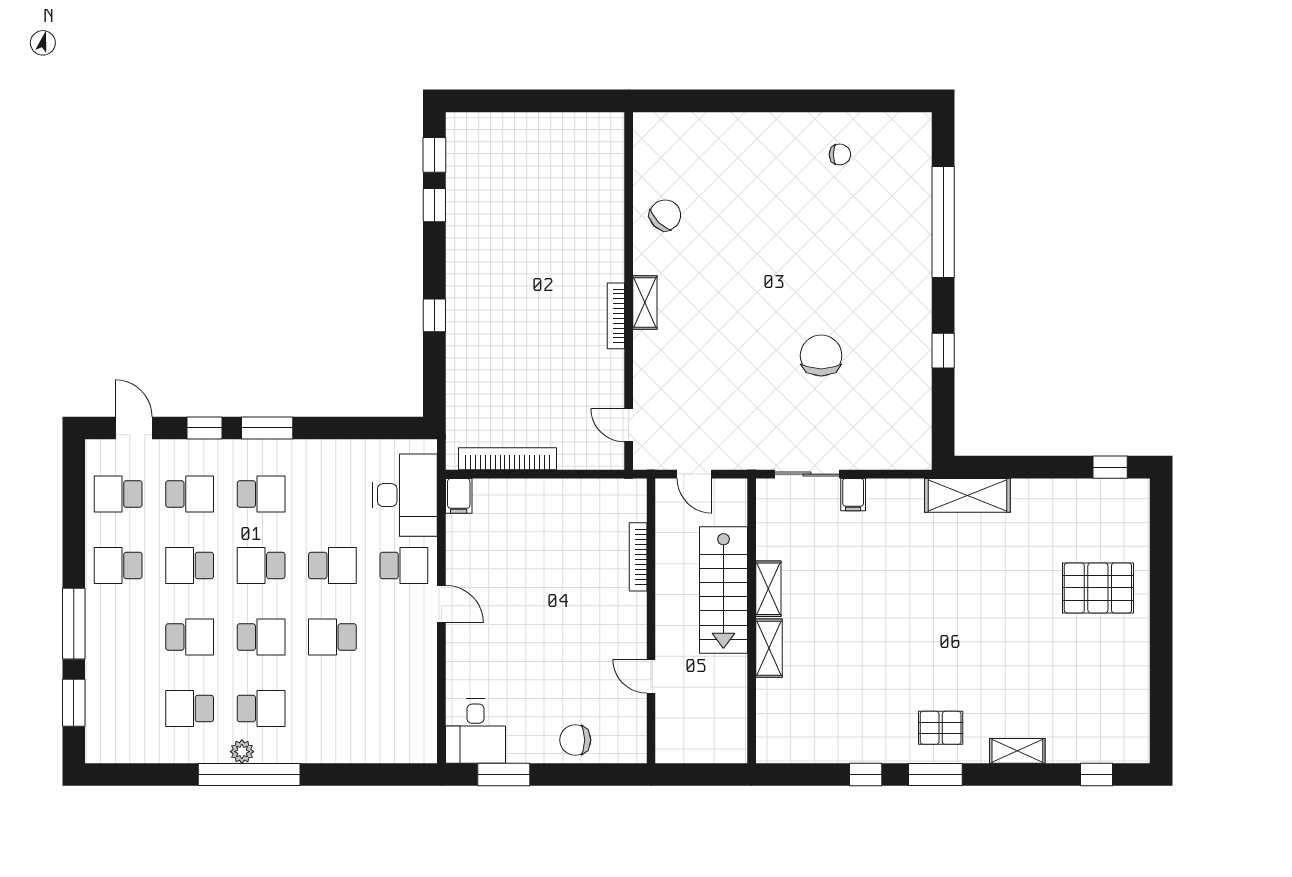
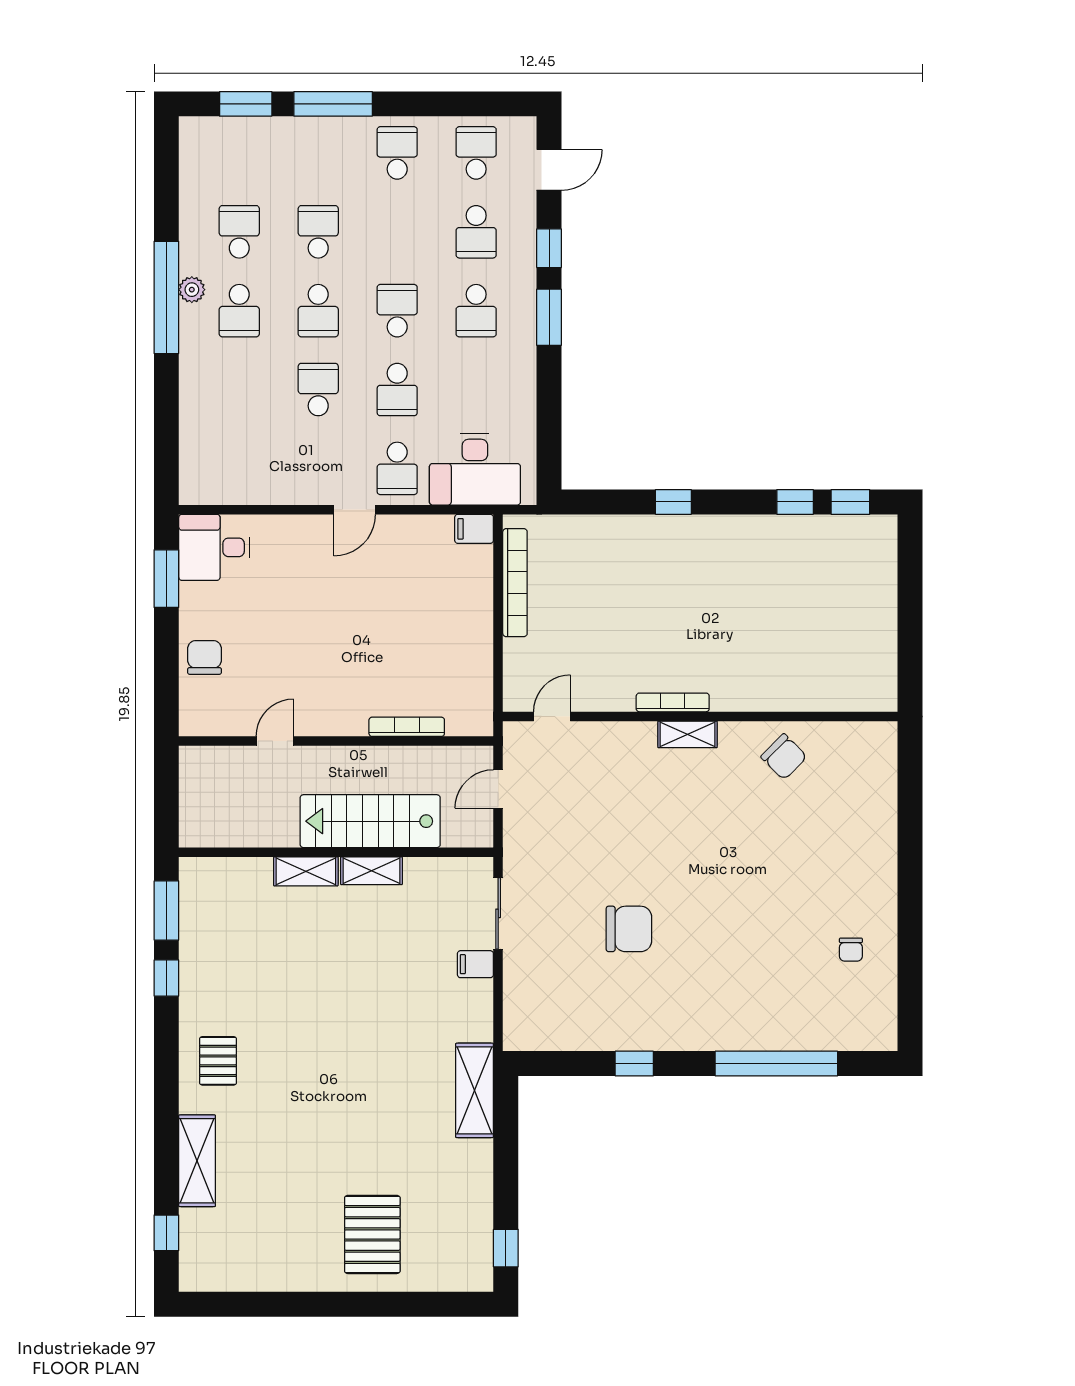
school desk: (190, 565) -> (397, 232), removed
school desk: (190, 637) -> (318, 232), turned 180
shelving: (1017, 751) -> (197, 1161), width x1.50, depth x1.33
window: (935, 775) -> (166, 910), moved

